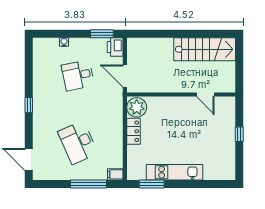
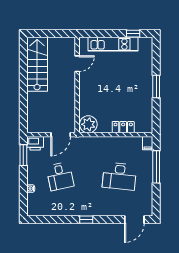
locker: (133, 131) -> (123, 127), moved
window: (239, 134) -> (133, 34), moved
desk: (78, 143) -> (119, 176), turned 30
kitchen unit: (174, 172) -> (113, 44), moved, turned -90
window: (152, 184) -> (156, 87), moved

